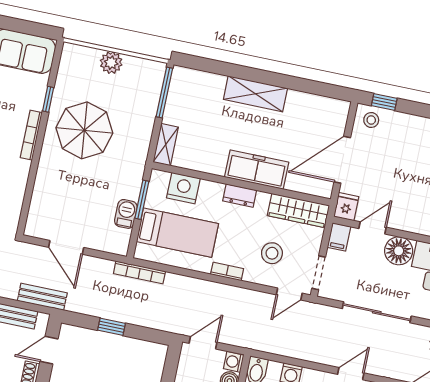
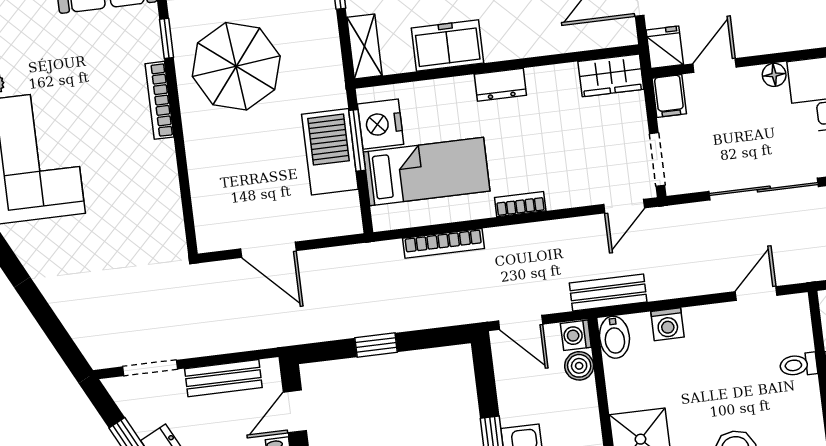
freezer: (257, 170) -> (447, 46), moved, width x0.71
nightstand: (183, 188) -> (381, 124), moved, turned -90
wardrobe: (298, 211) -> (611, 75), width x0.67
barbecue: (126, 214) -> (330, 152), width x1.88, depth x1.53
floor lamp: (399, 251) -> (774, 75), width x0.53, depth x0.53
stool: (272, 253) -> (578, 154), removed
bookcase: (139, 272) -> (443, 243), moved
bench: (42, 297) -> (608, 292), moved
door: (203, 343) -> (521, 322), swing flipped

